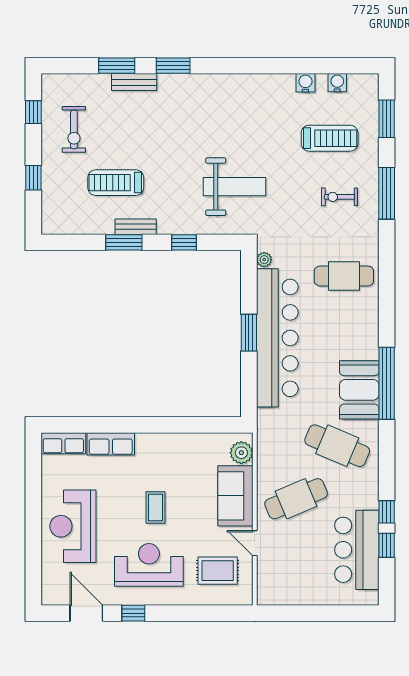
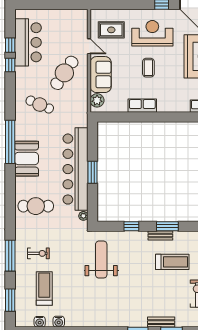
treadmill: (330, 138) -> (44, 289), turned 90
weight bench: (234, 187) -> (101, 260), turned 90
booth: (359, 390) -> (27, 159), moved
row of seats: (111, 444) -> (142, 106), moved
cafe table: (337, 446) -> (40, 105), width x0.73, depth x0.74
cafe table: (296, 499) -> (64, 73), turned -33
reception desk: (149, 565) -> (152, 33), turned 180

